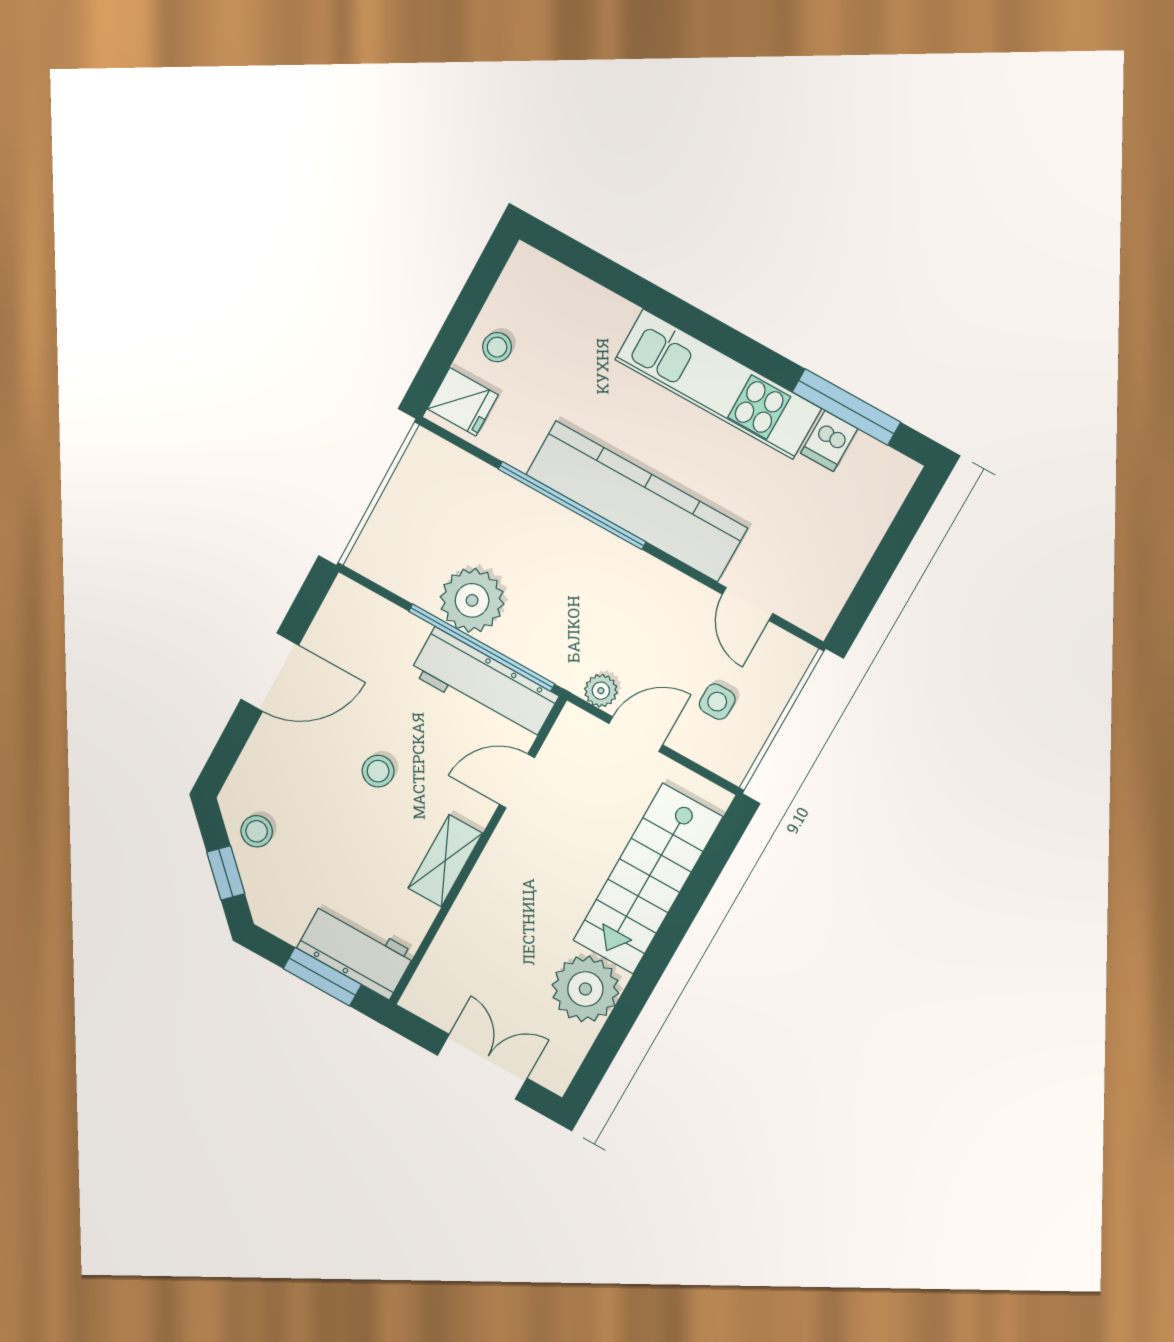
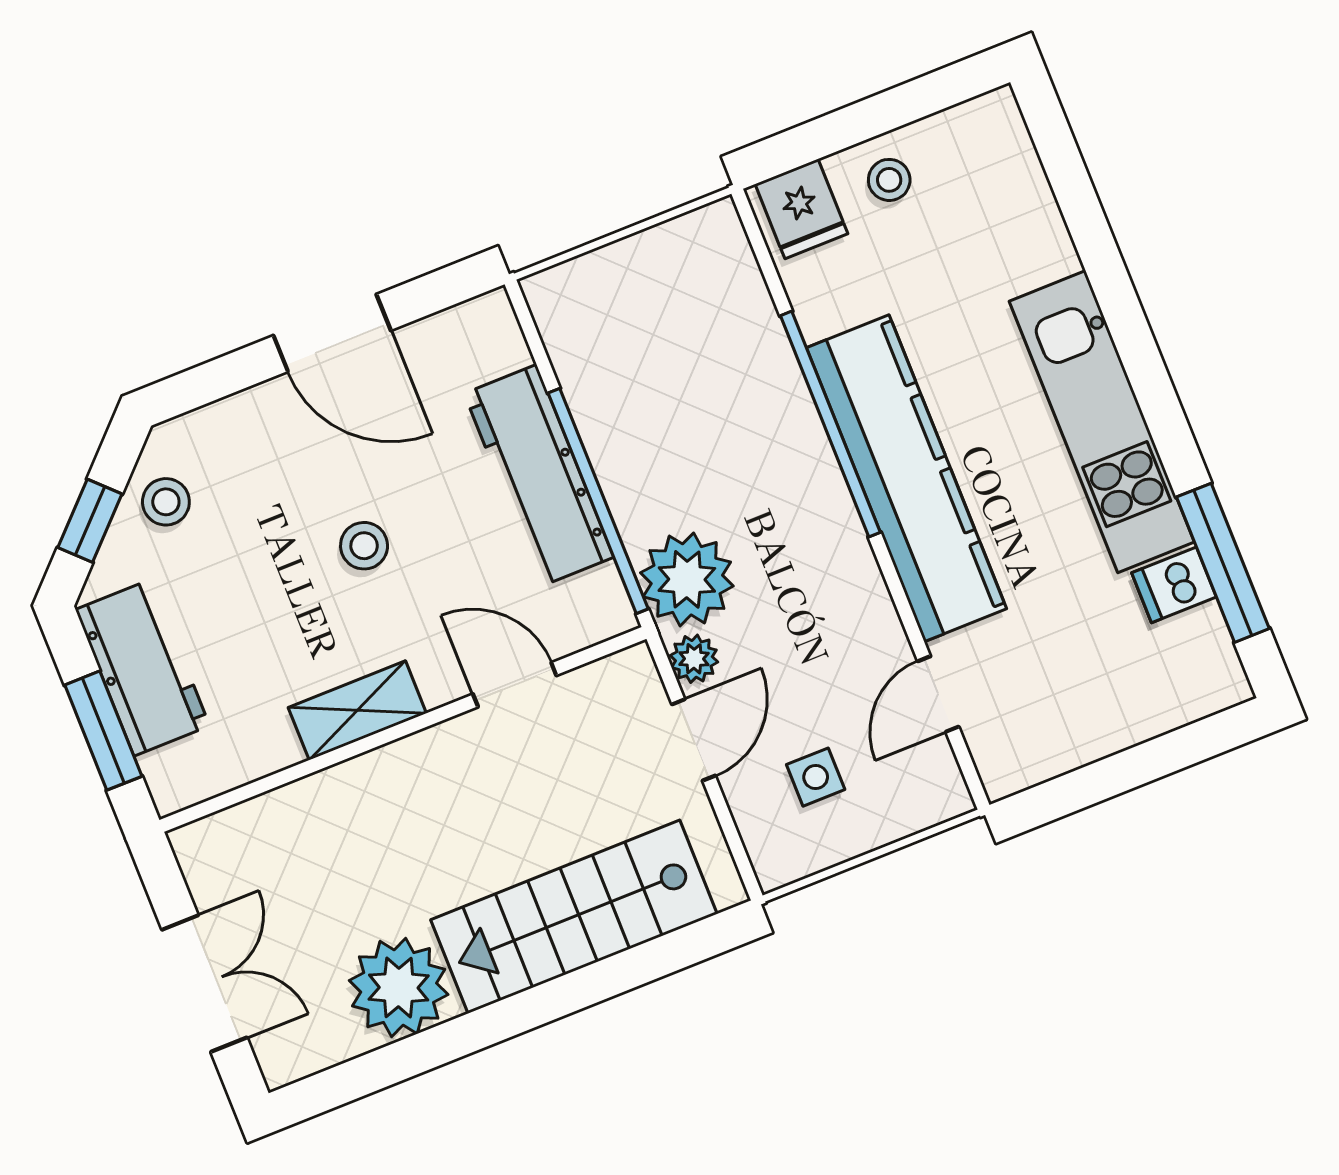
plant: (472, 600) -> (687, 579), moved
workbench: (484, 685) -> (539, 475), moved
door: (636, 734) -> (694, 740), hinge flipped
workbench: (356, 950) -> (142, 668), moved

